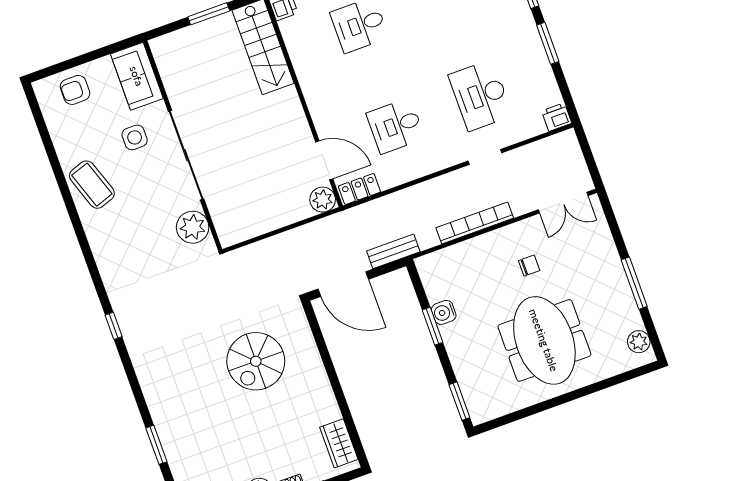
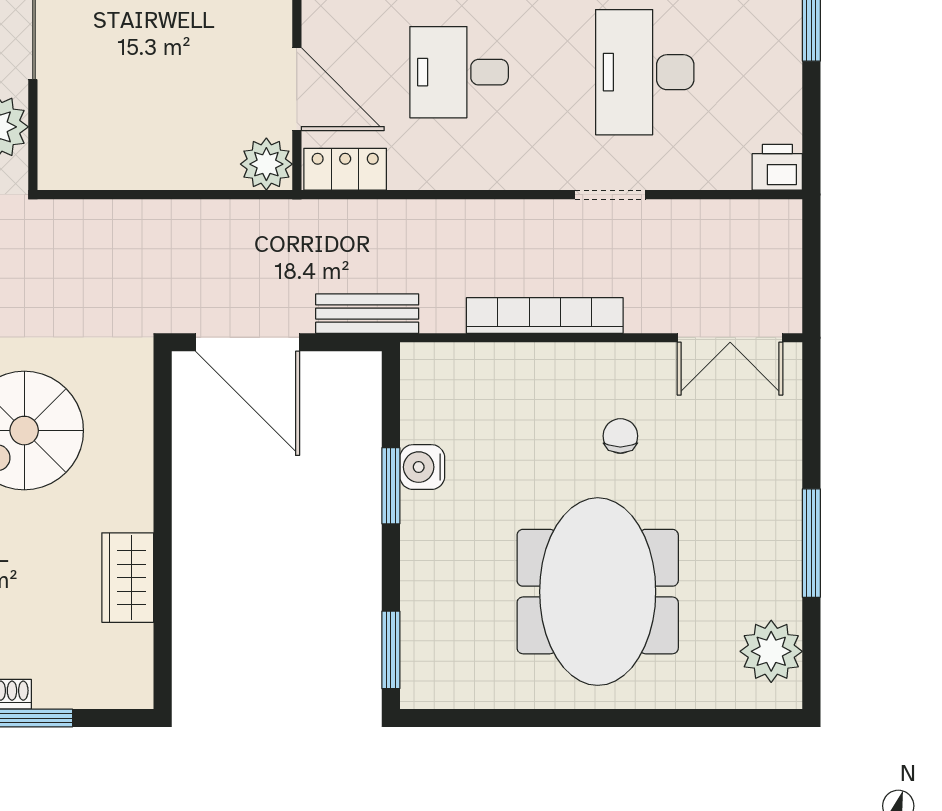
chair: (529, 266) -> (620, 436), turned -90
plant: (639, 342) -> (771, 651), width x1.36, depth x1.36
wardrobe: (339, 443) -> (128, 578), moved

